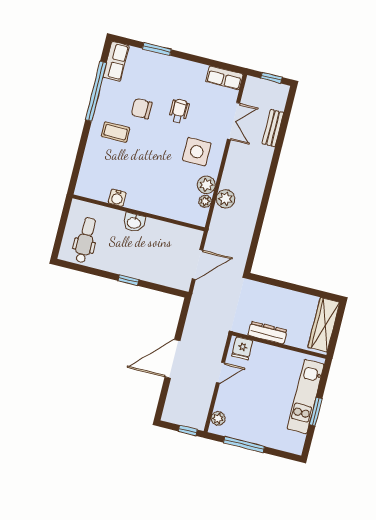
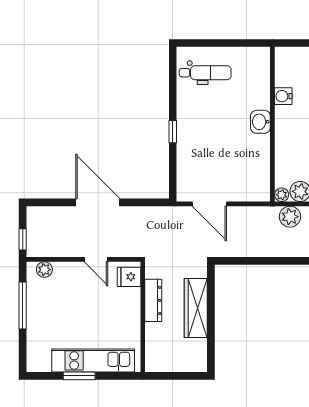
water cooler: (117, 198) -> (283, 96), moved
wall: (139, 213) -> (272, 124), moved
washbasin: (134, 223) -> (260, 122), moved
wardrobe: (324, 325) -> (196, 308), moved, turned -90

